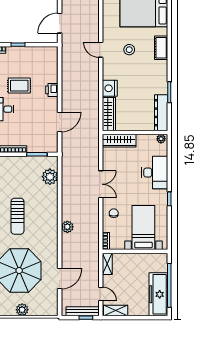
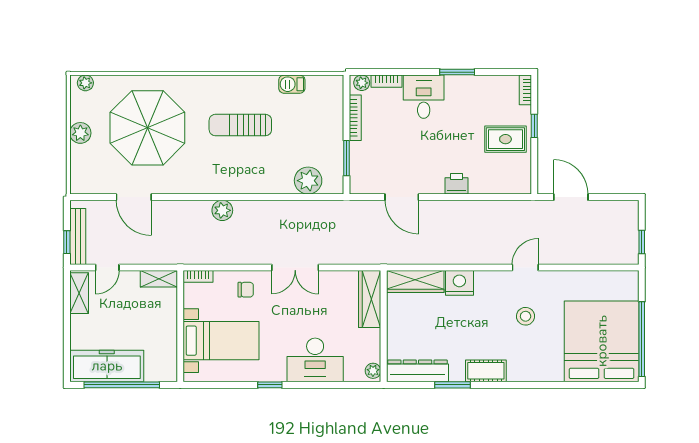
cot: (161, 48) -> (486, 371), moved
rug: (19, 86) -> (505, 139), moved, turned 90

